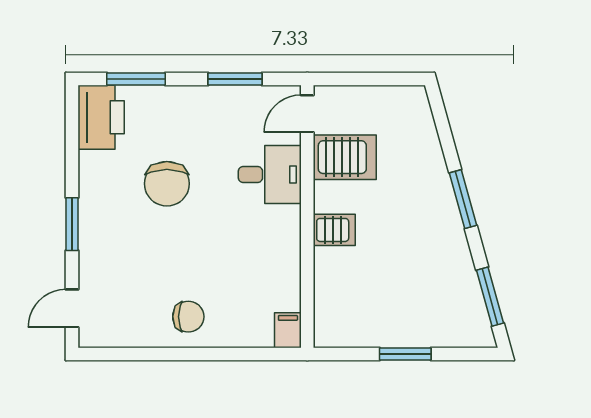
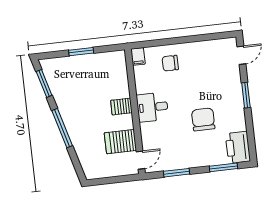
desk: (270, 175) -> (152, 107), moved
window: (463, 199) -> (62, 128), width x1.44
chair: (188, 317) -> (170, 63), moved

